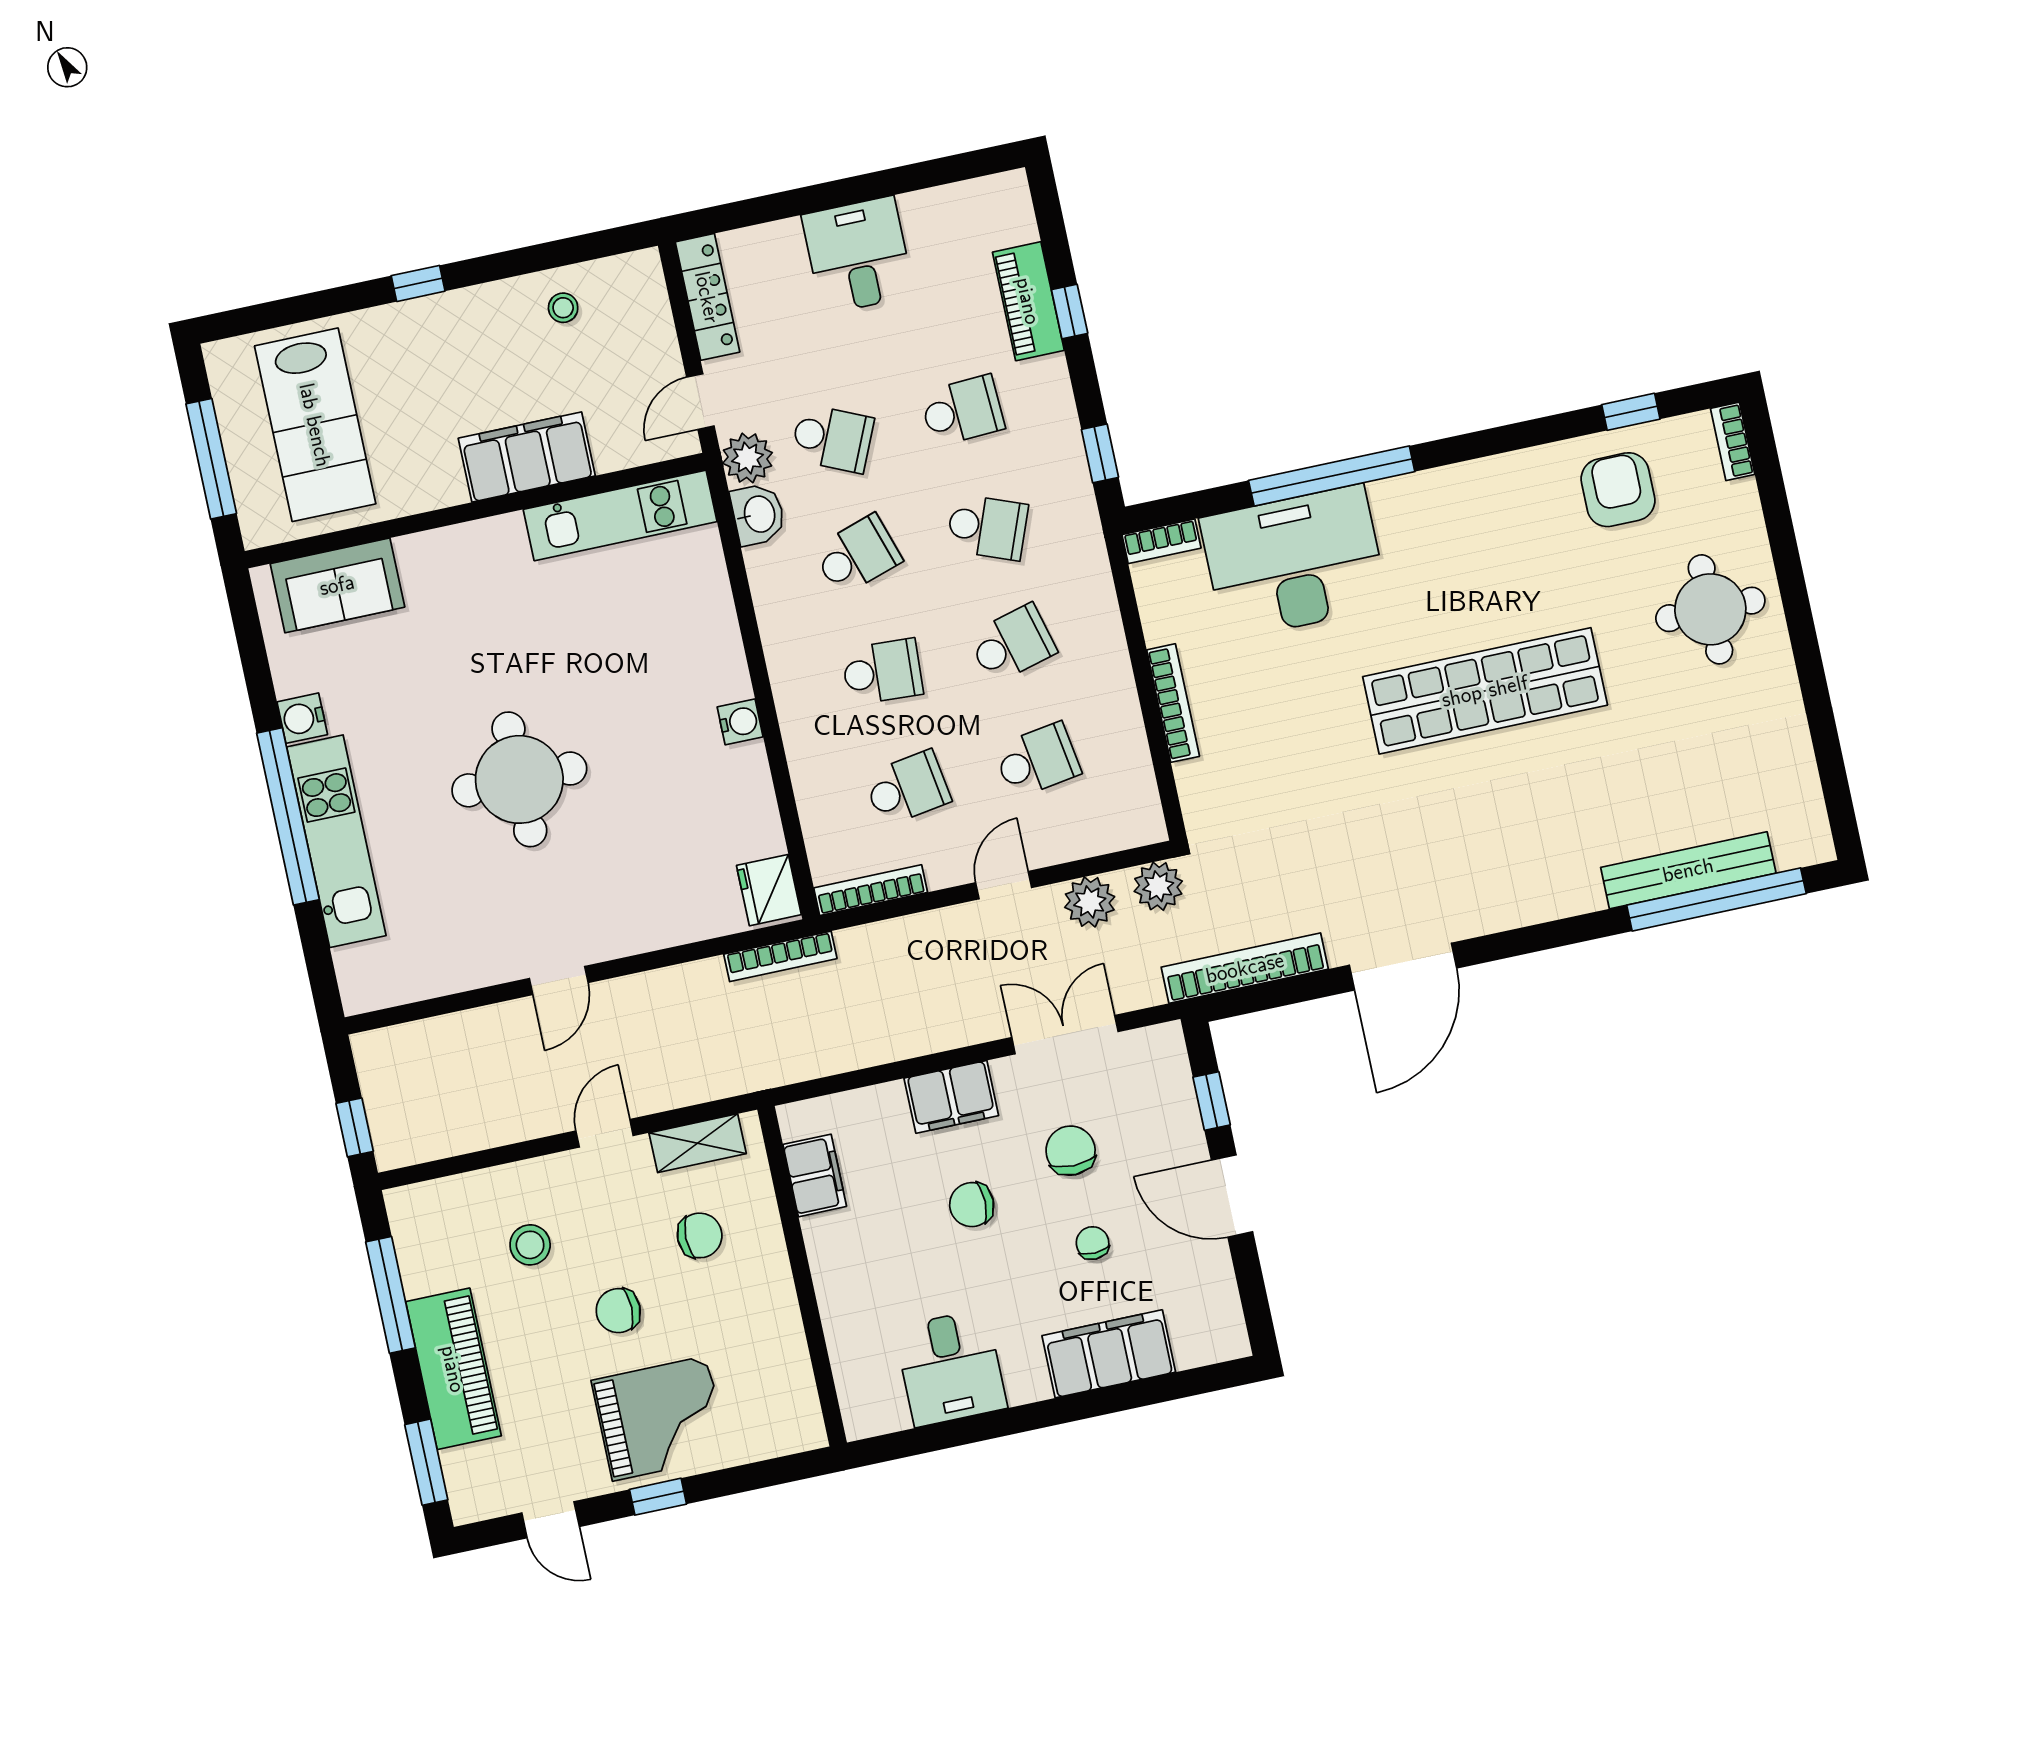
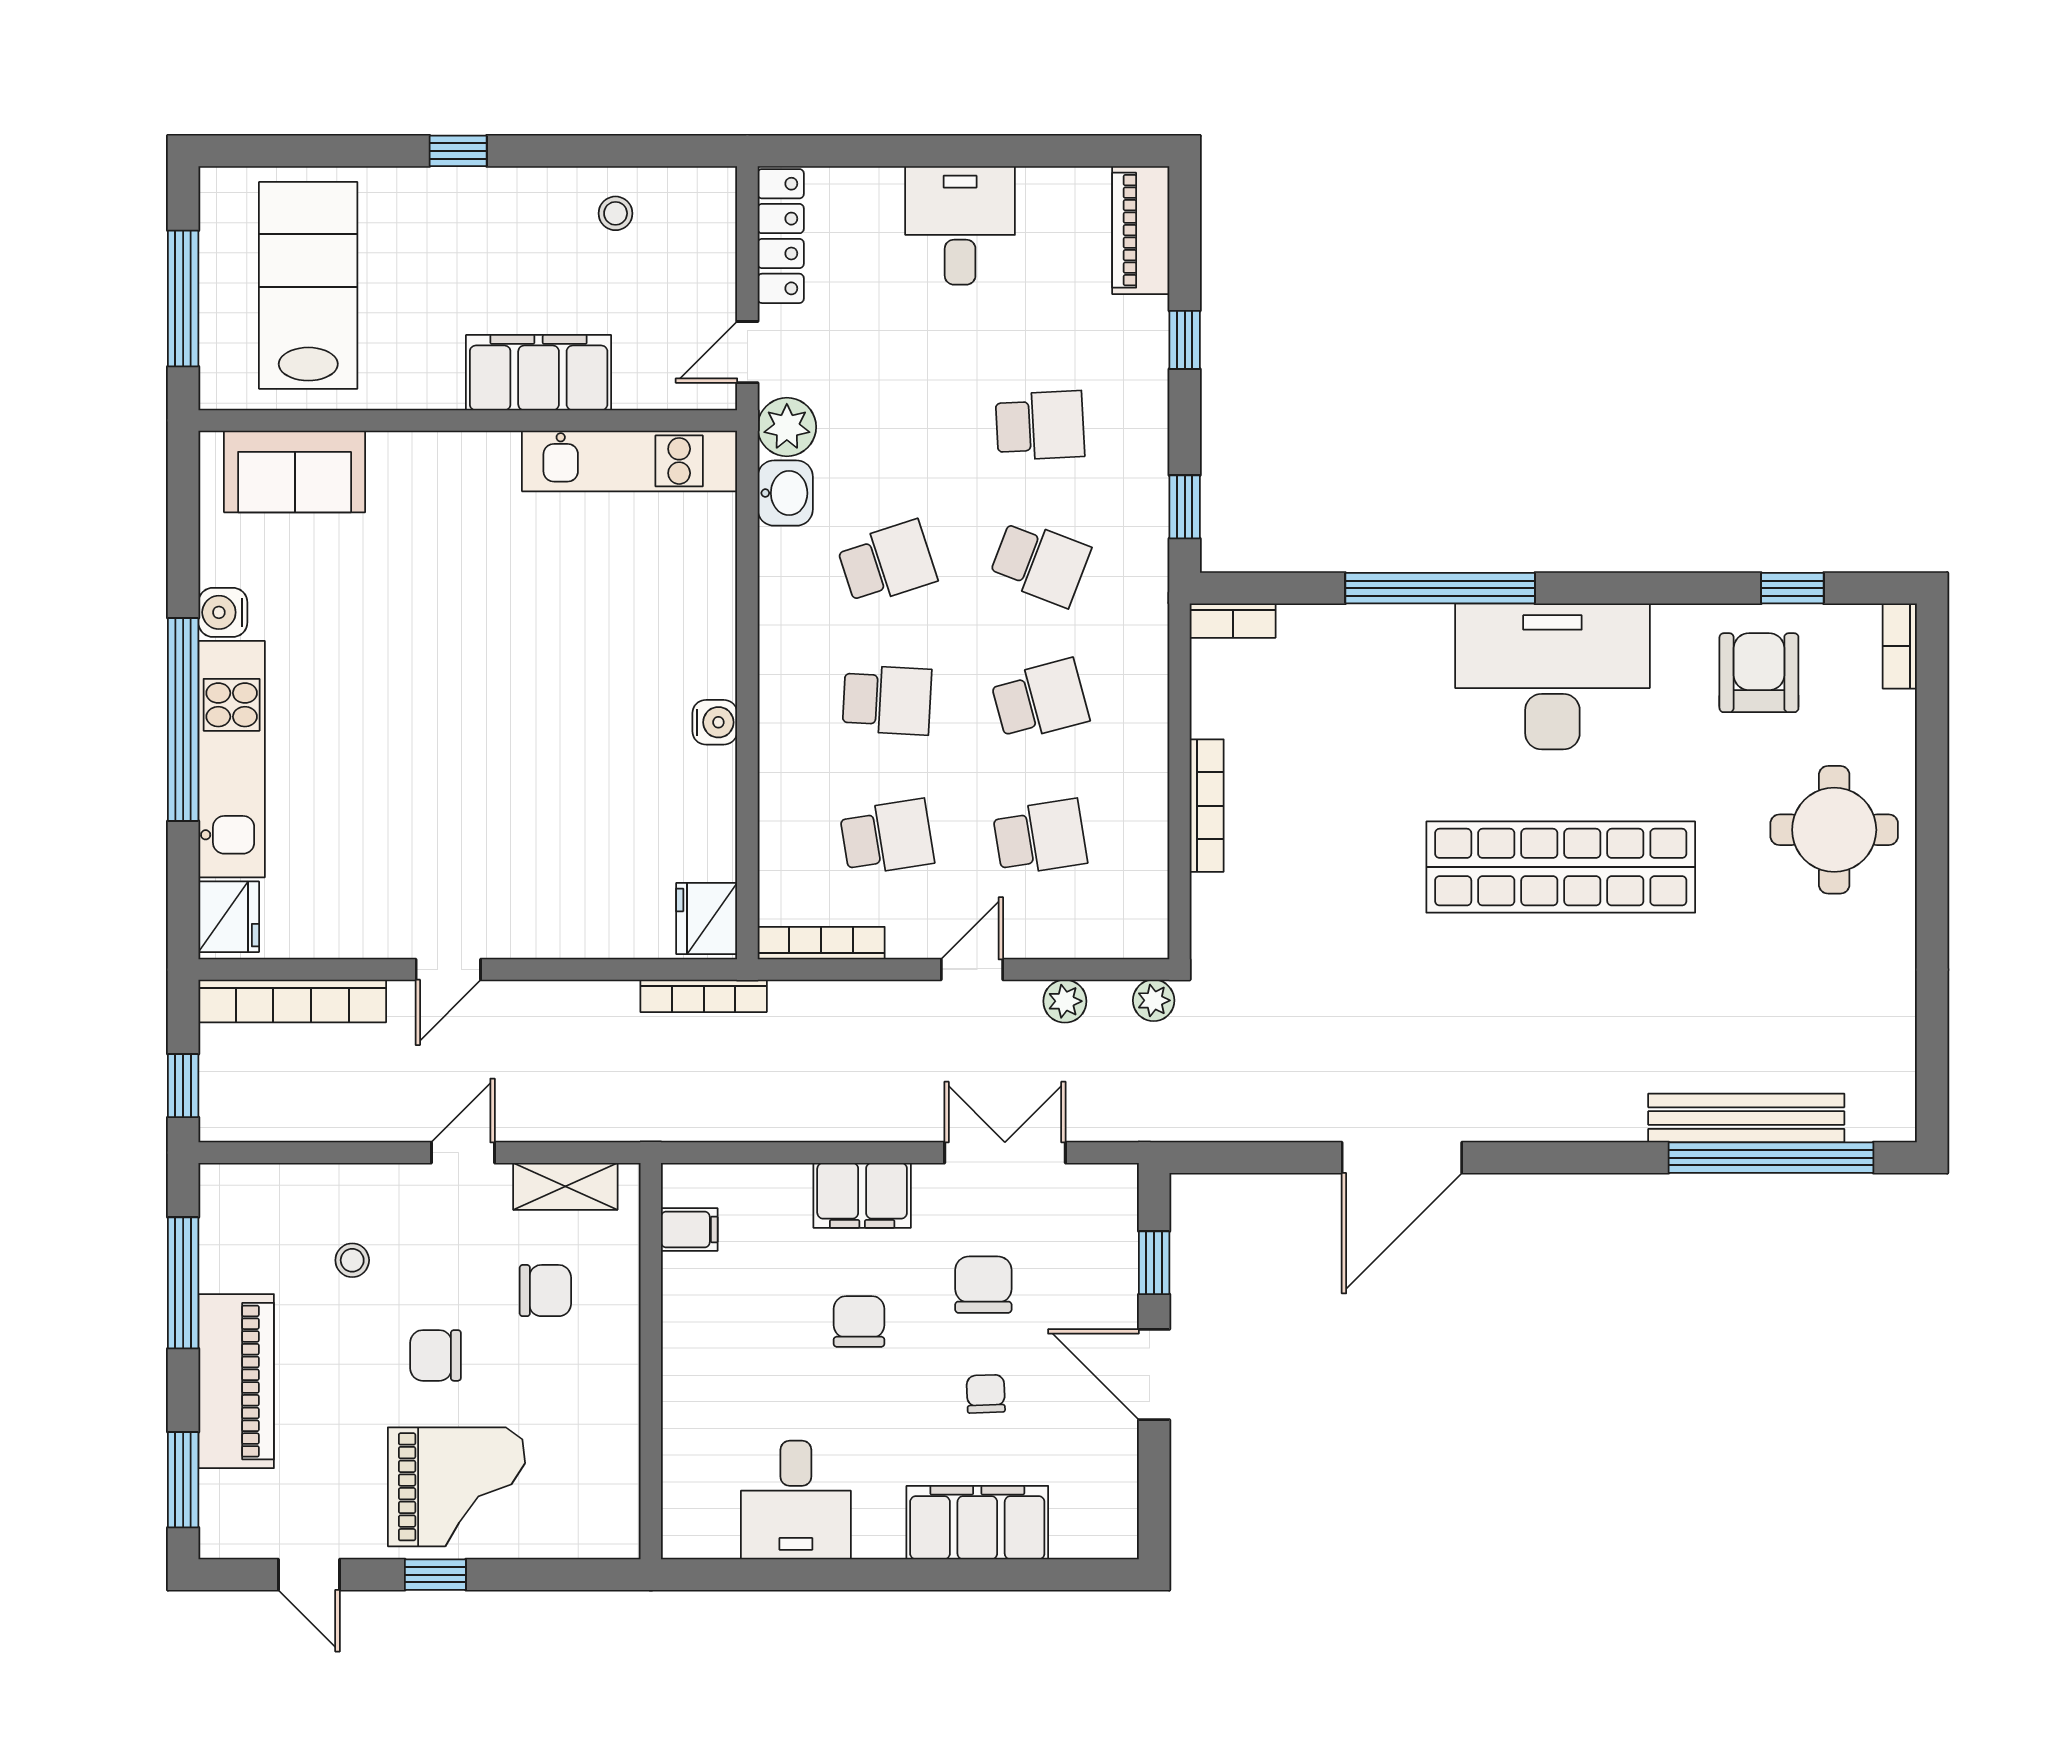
piano: (1028, 301) -> (1141, 230), moved
lab bench: (315, 425) -> (308, 285), turned 180
school desk: (832, 439) -> (887, 426), removed
desk: (1294, 562) -> (1552, 676), moved
round table: (519, 779) -> (452, 734), removed
plant: (1158, 886) -> (1154, 1000), width x0.73, depth x0.73
plant: (1090, 902) -> (1065, 1001), width x0.73, depth x0.73
bookcase: (1245, 968) -> (292, 1001), moved, turned 180
fridge: (363, 976) -> (229, 917), added
filing cabinet: (815, 1175) -> (689, 1229), width x0.50
chair: (972, 1205) -> (859, 1321), turned 90
stool: (530, 1245) -> (352, 1260), width x0.73, depth x0.73

